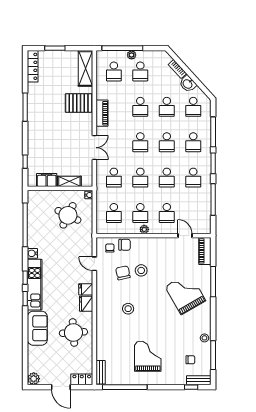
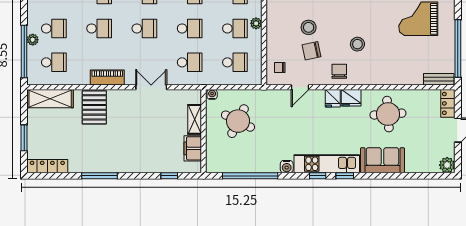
chair: (125, 245) -> (339, 71), moved

